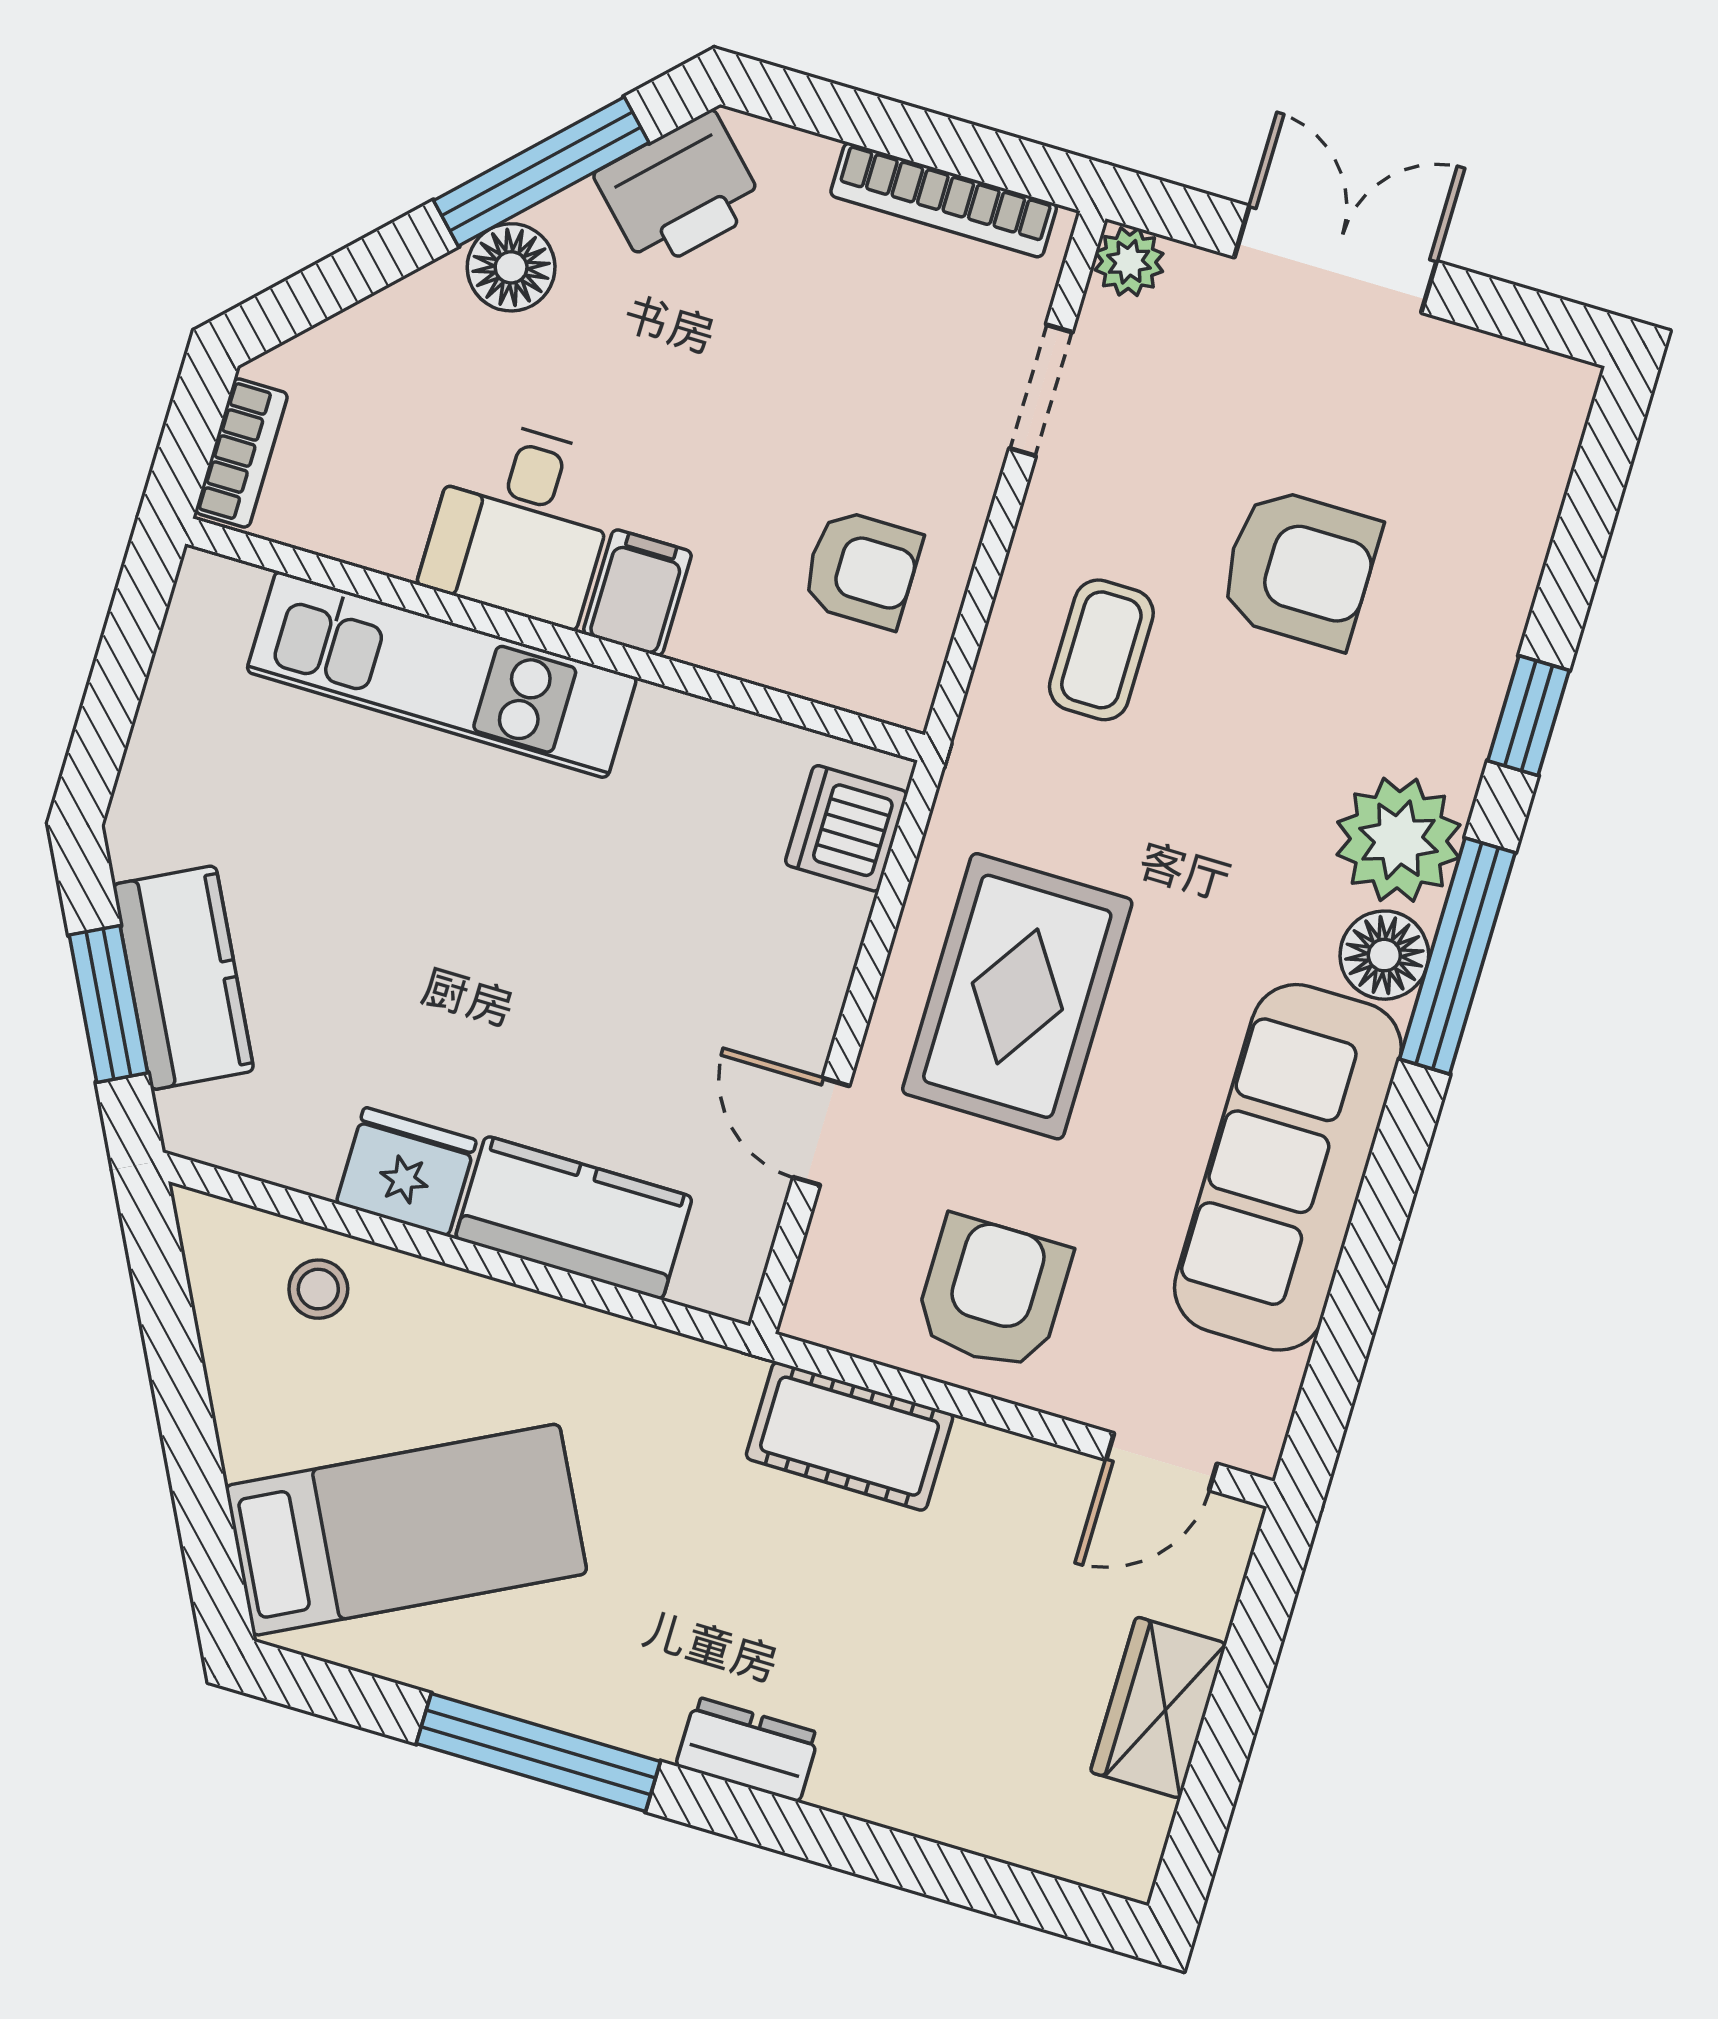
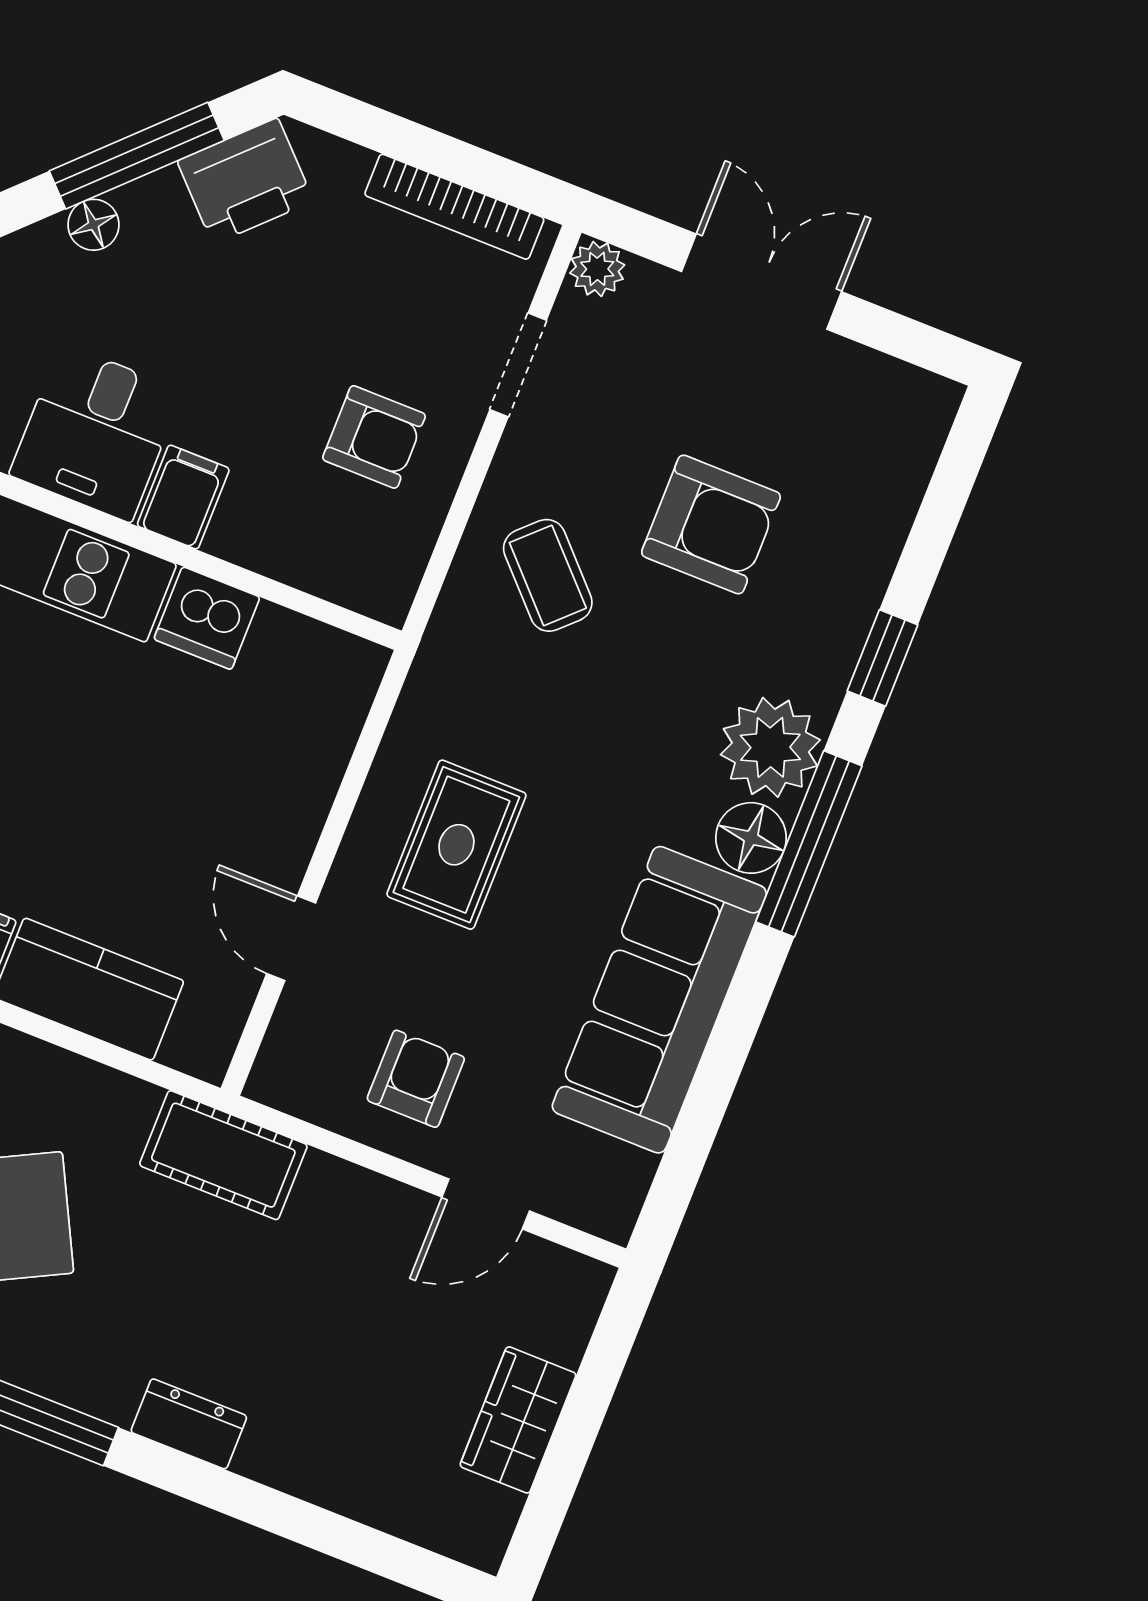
floor lamp: (511, 267) -> (93, 225), width x0.73, depth x0.73
armchair: (862, 569) -> (374, 437), moved
coffee table: (1101, 650) -> (548, 575), turned -44
dishwasher: (846, 828) -> (207, 618), moved, turned -90
rug: (1017, 996) -> (456, 845), width x0.73, depth x0.70
armchair: (993, 1293) -> (416, 1079), width x0.72, depth x0.72
cot: (850, 1436) -> (223, 1155), moved
door: (1162, 1462) -> (486, 1204), moved

